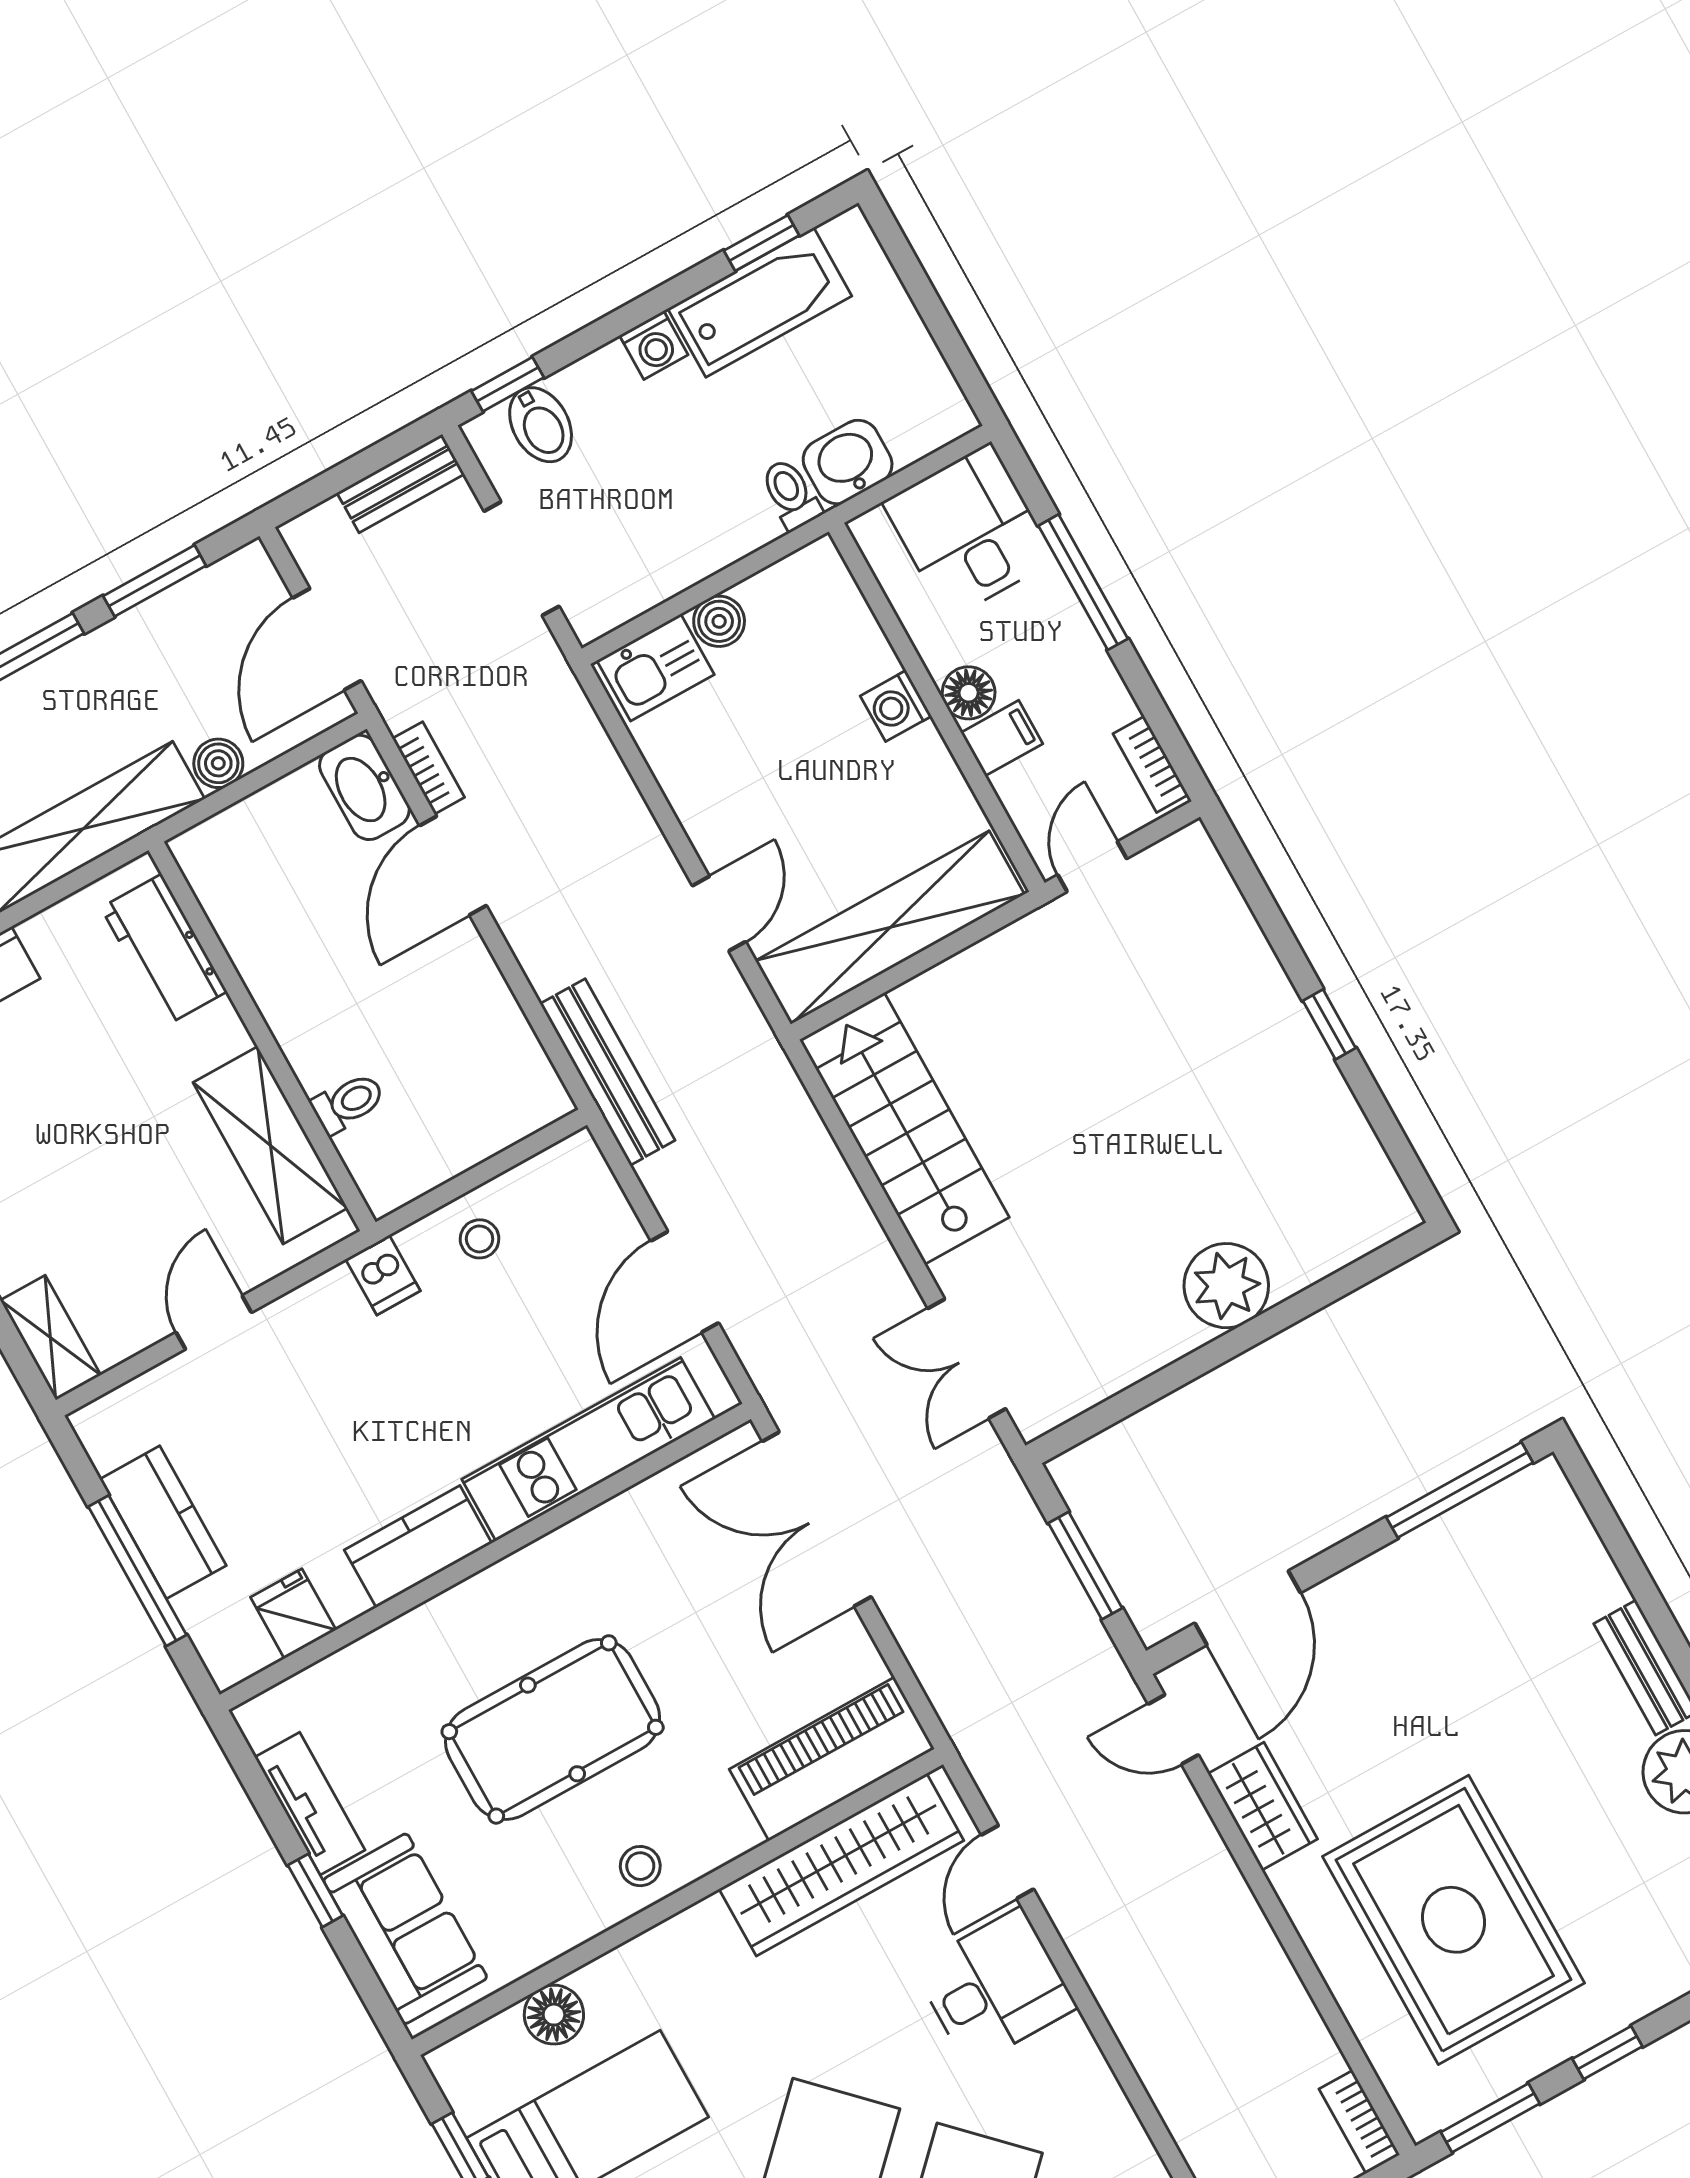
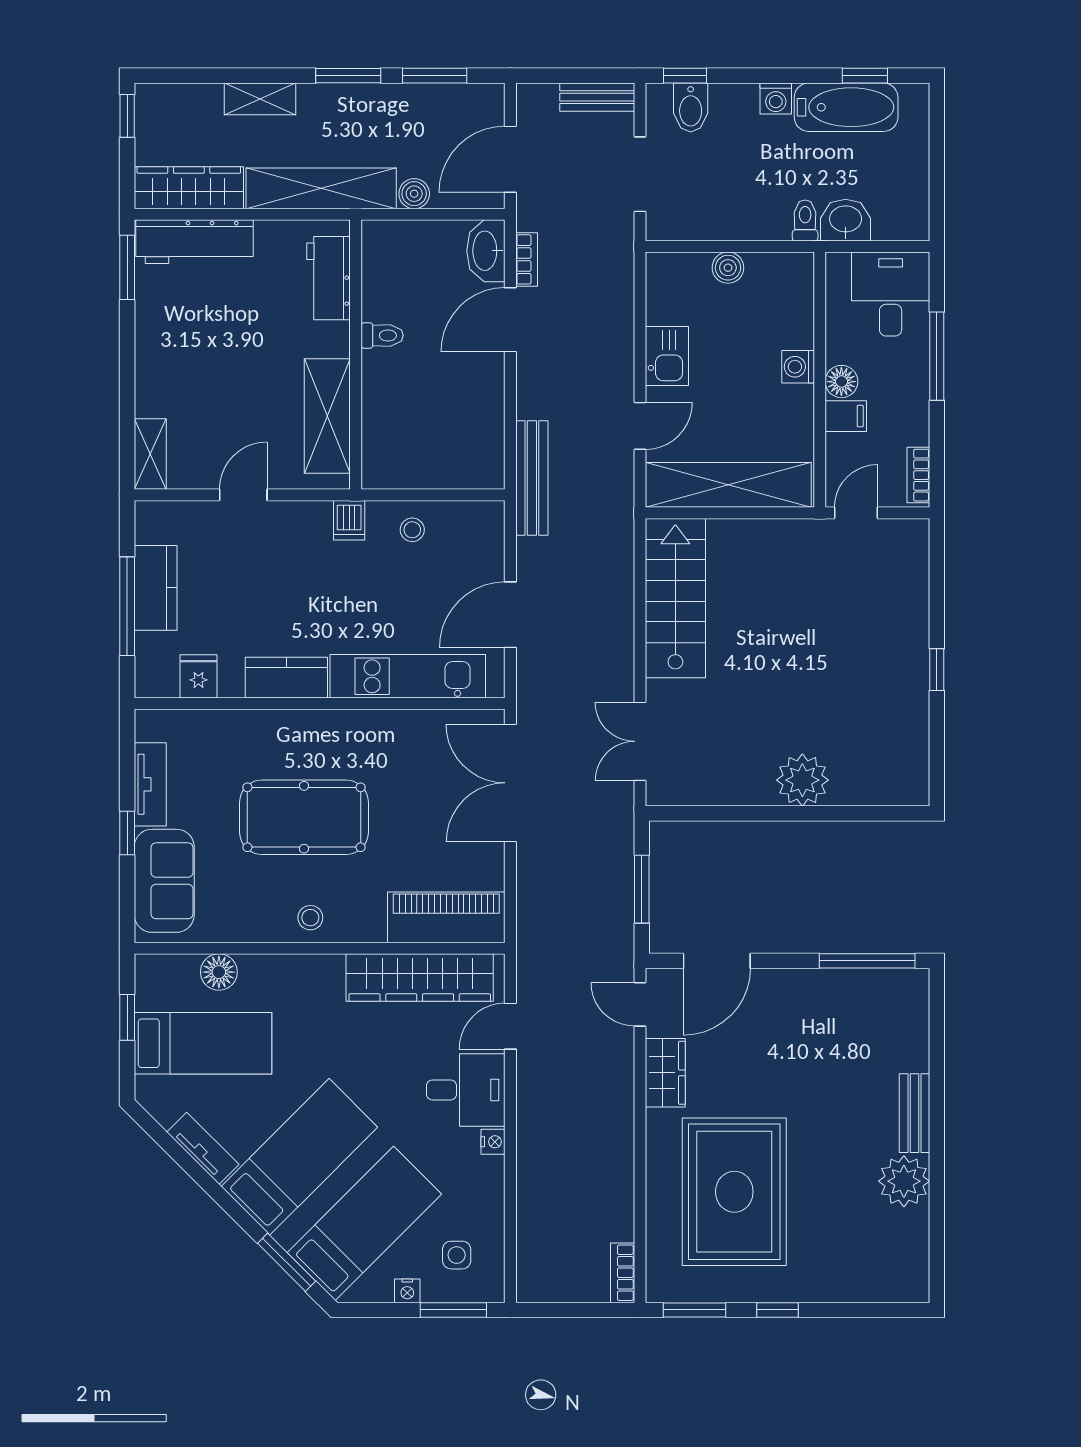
kitchen sink: (656, 667) -> (667, 356), moved, turned -90
toilet: (348, 1103) -> (382, 335), moved
nightstand: (1074, 2039) -> (493, 1142), added

